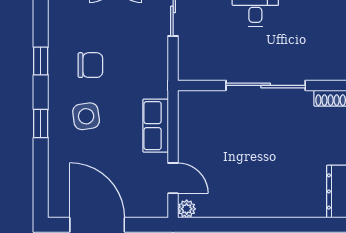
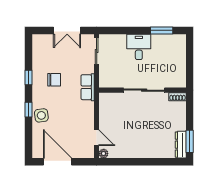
side table: (86, 116) -> (41, 115), moved
row of seats: (156, 126) -> (88, 87), moved

